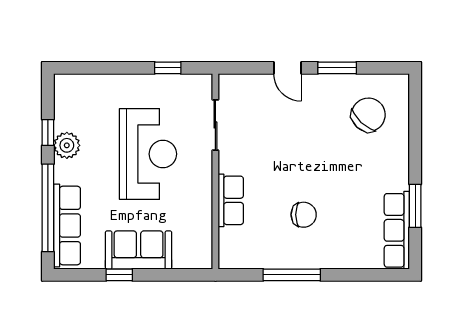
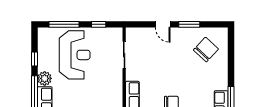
window: (103, 68) -> (64, 24), added
plant: (67, 145) -> (45, 78), moved
reception desk: (148, 154) -> (75, 55), moved

